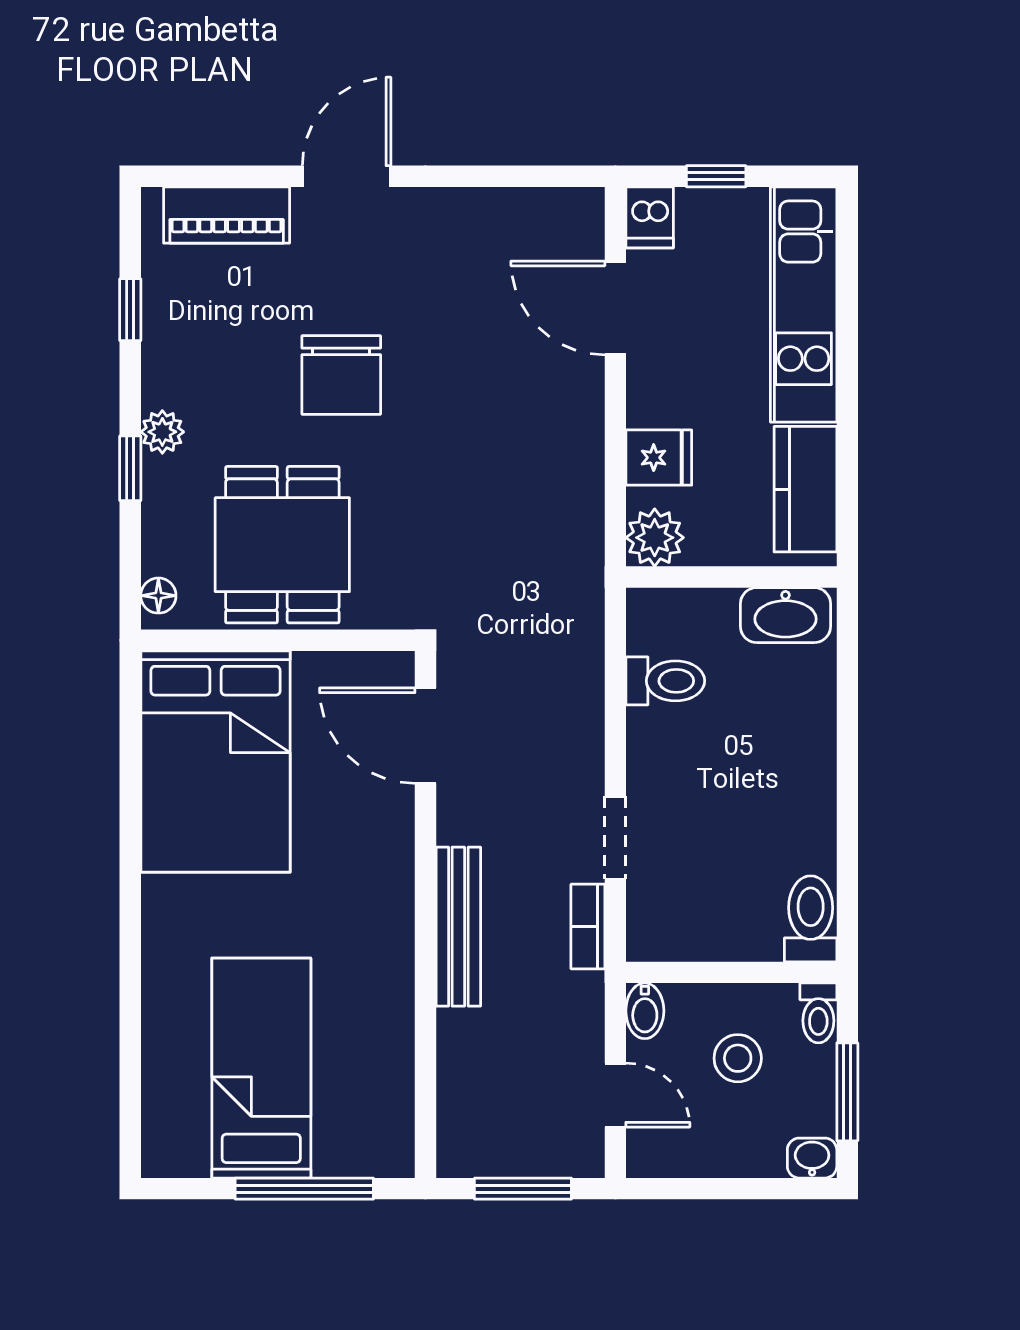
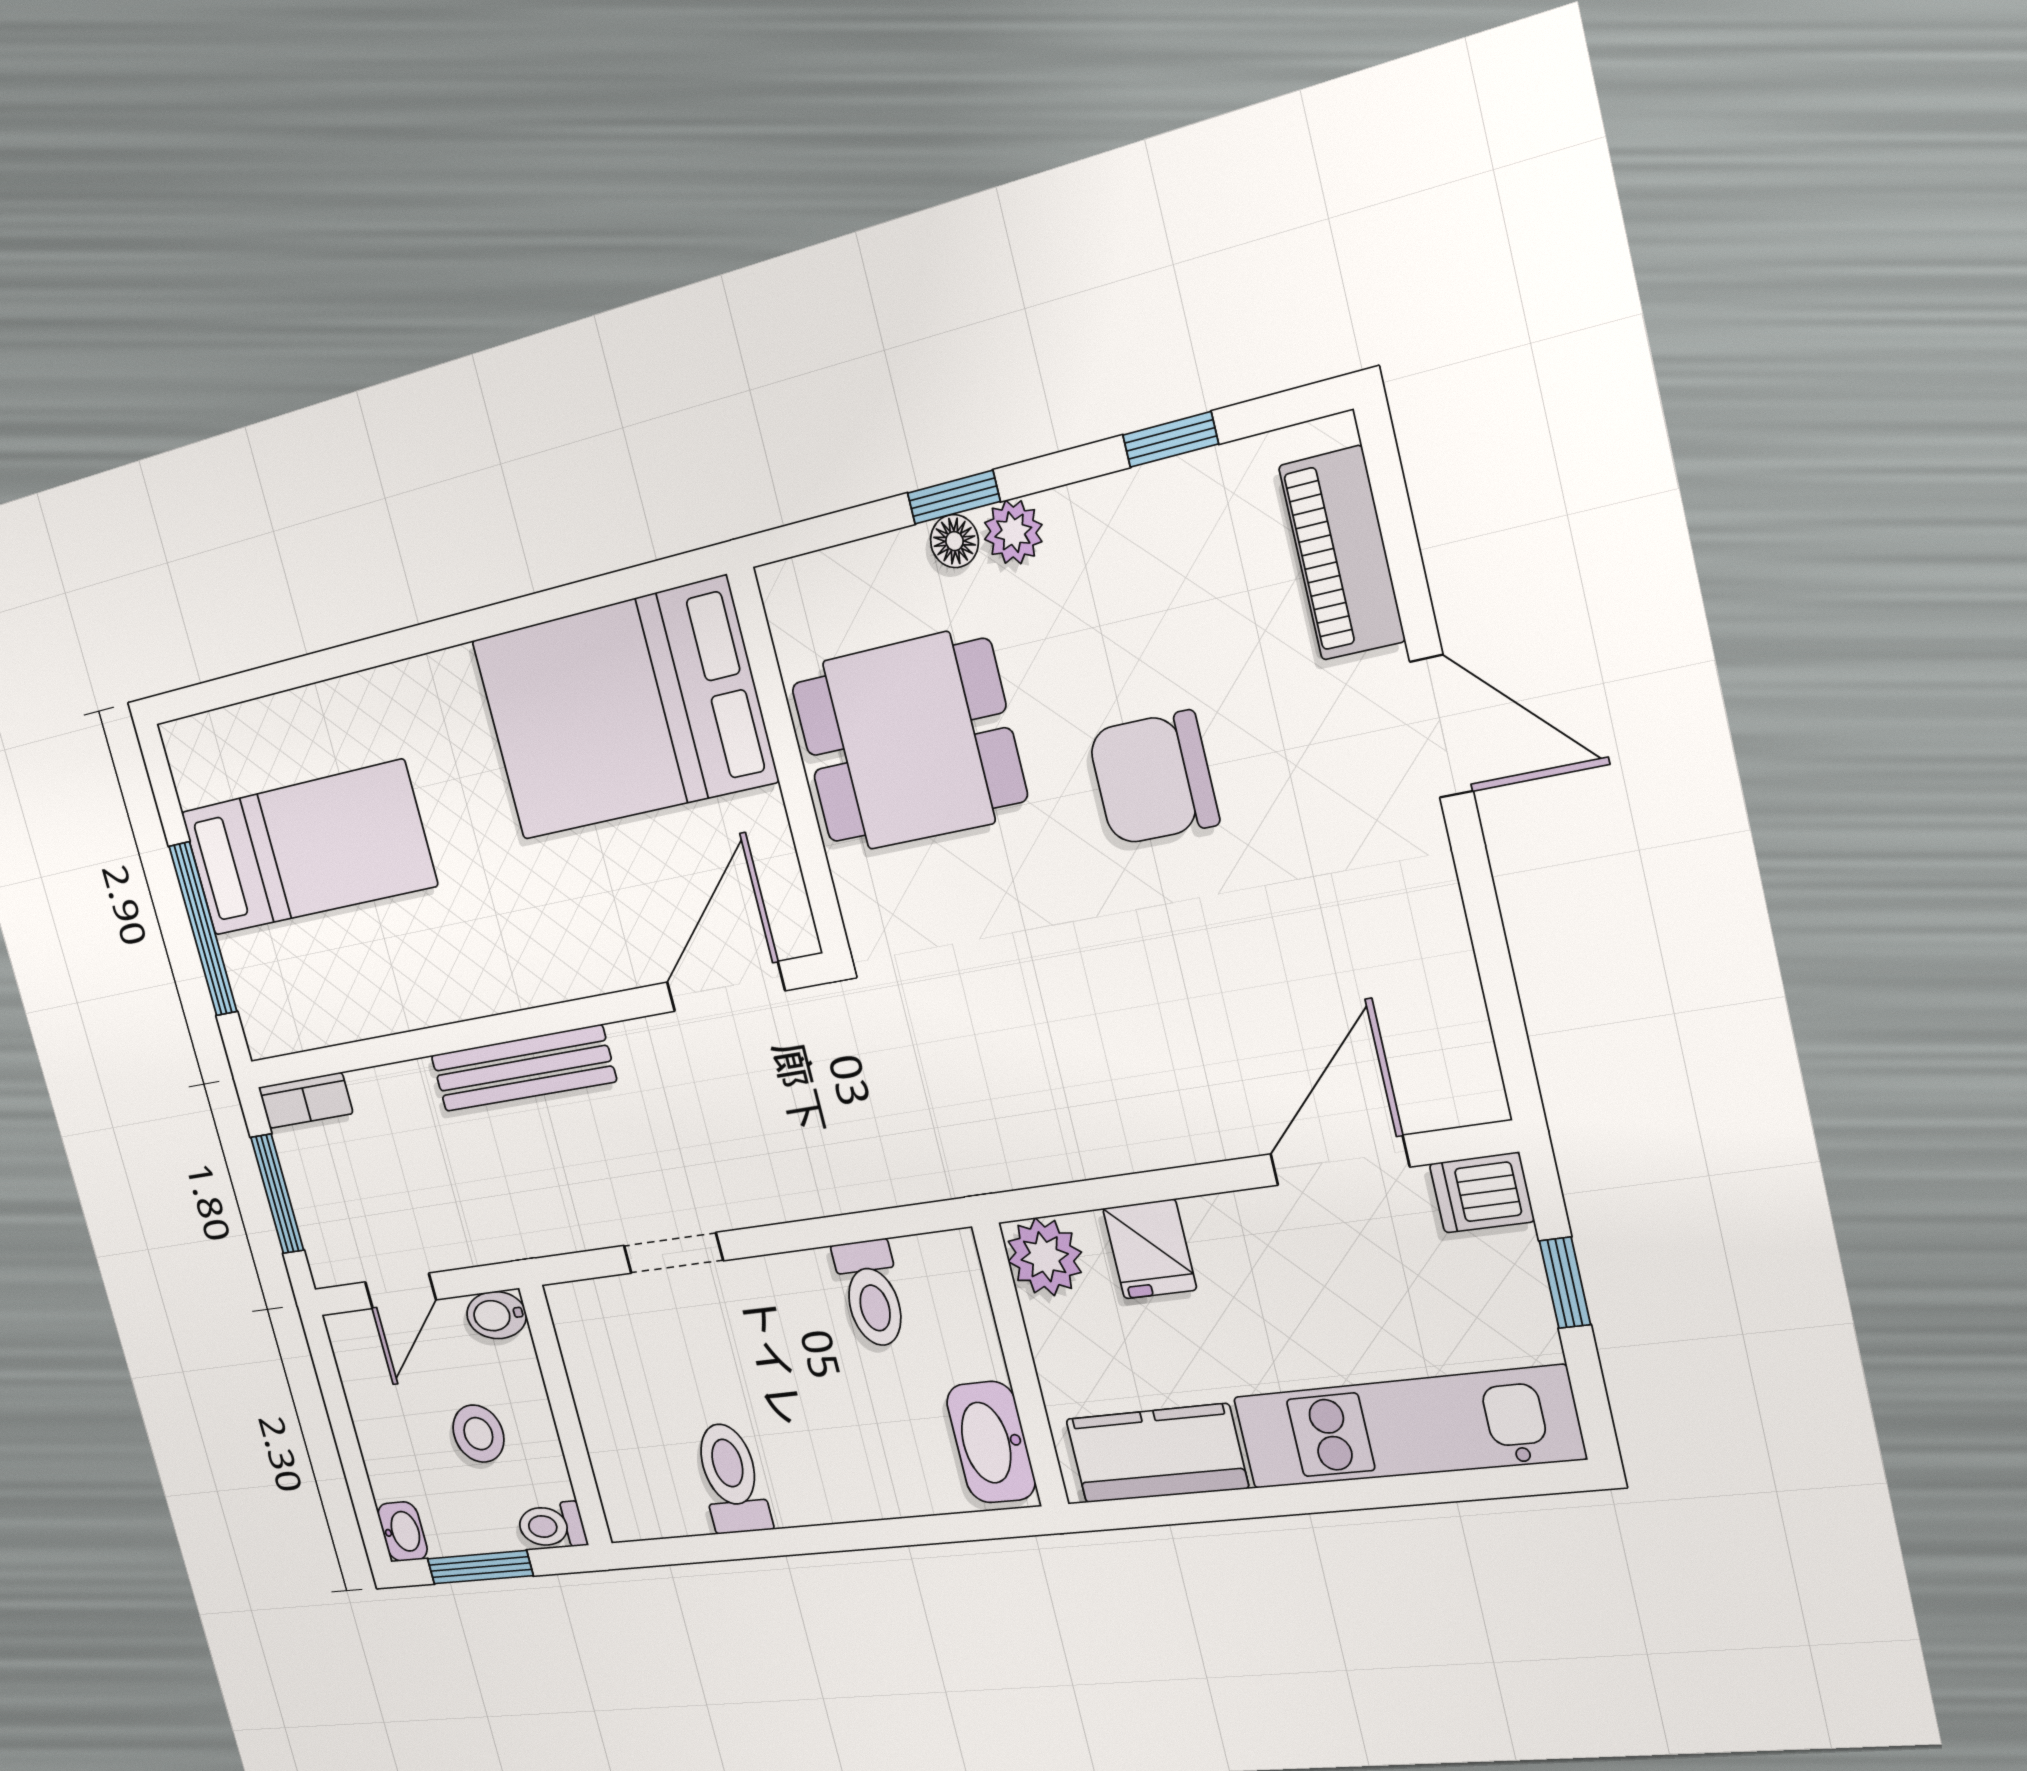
floor lamp: (158, 596) -> (954, 541), moved
toilet: (811, 919) -> (731, 1478), moved, turned -90
bookcase: (588, 927) -> (305, 1100), moved, turned 180

